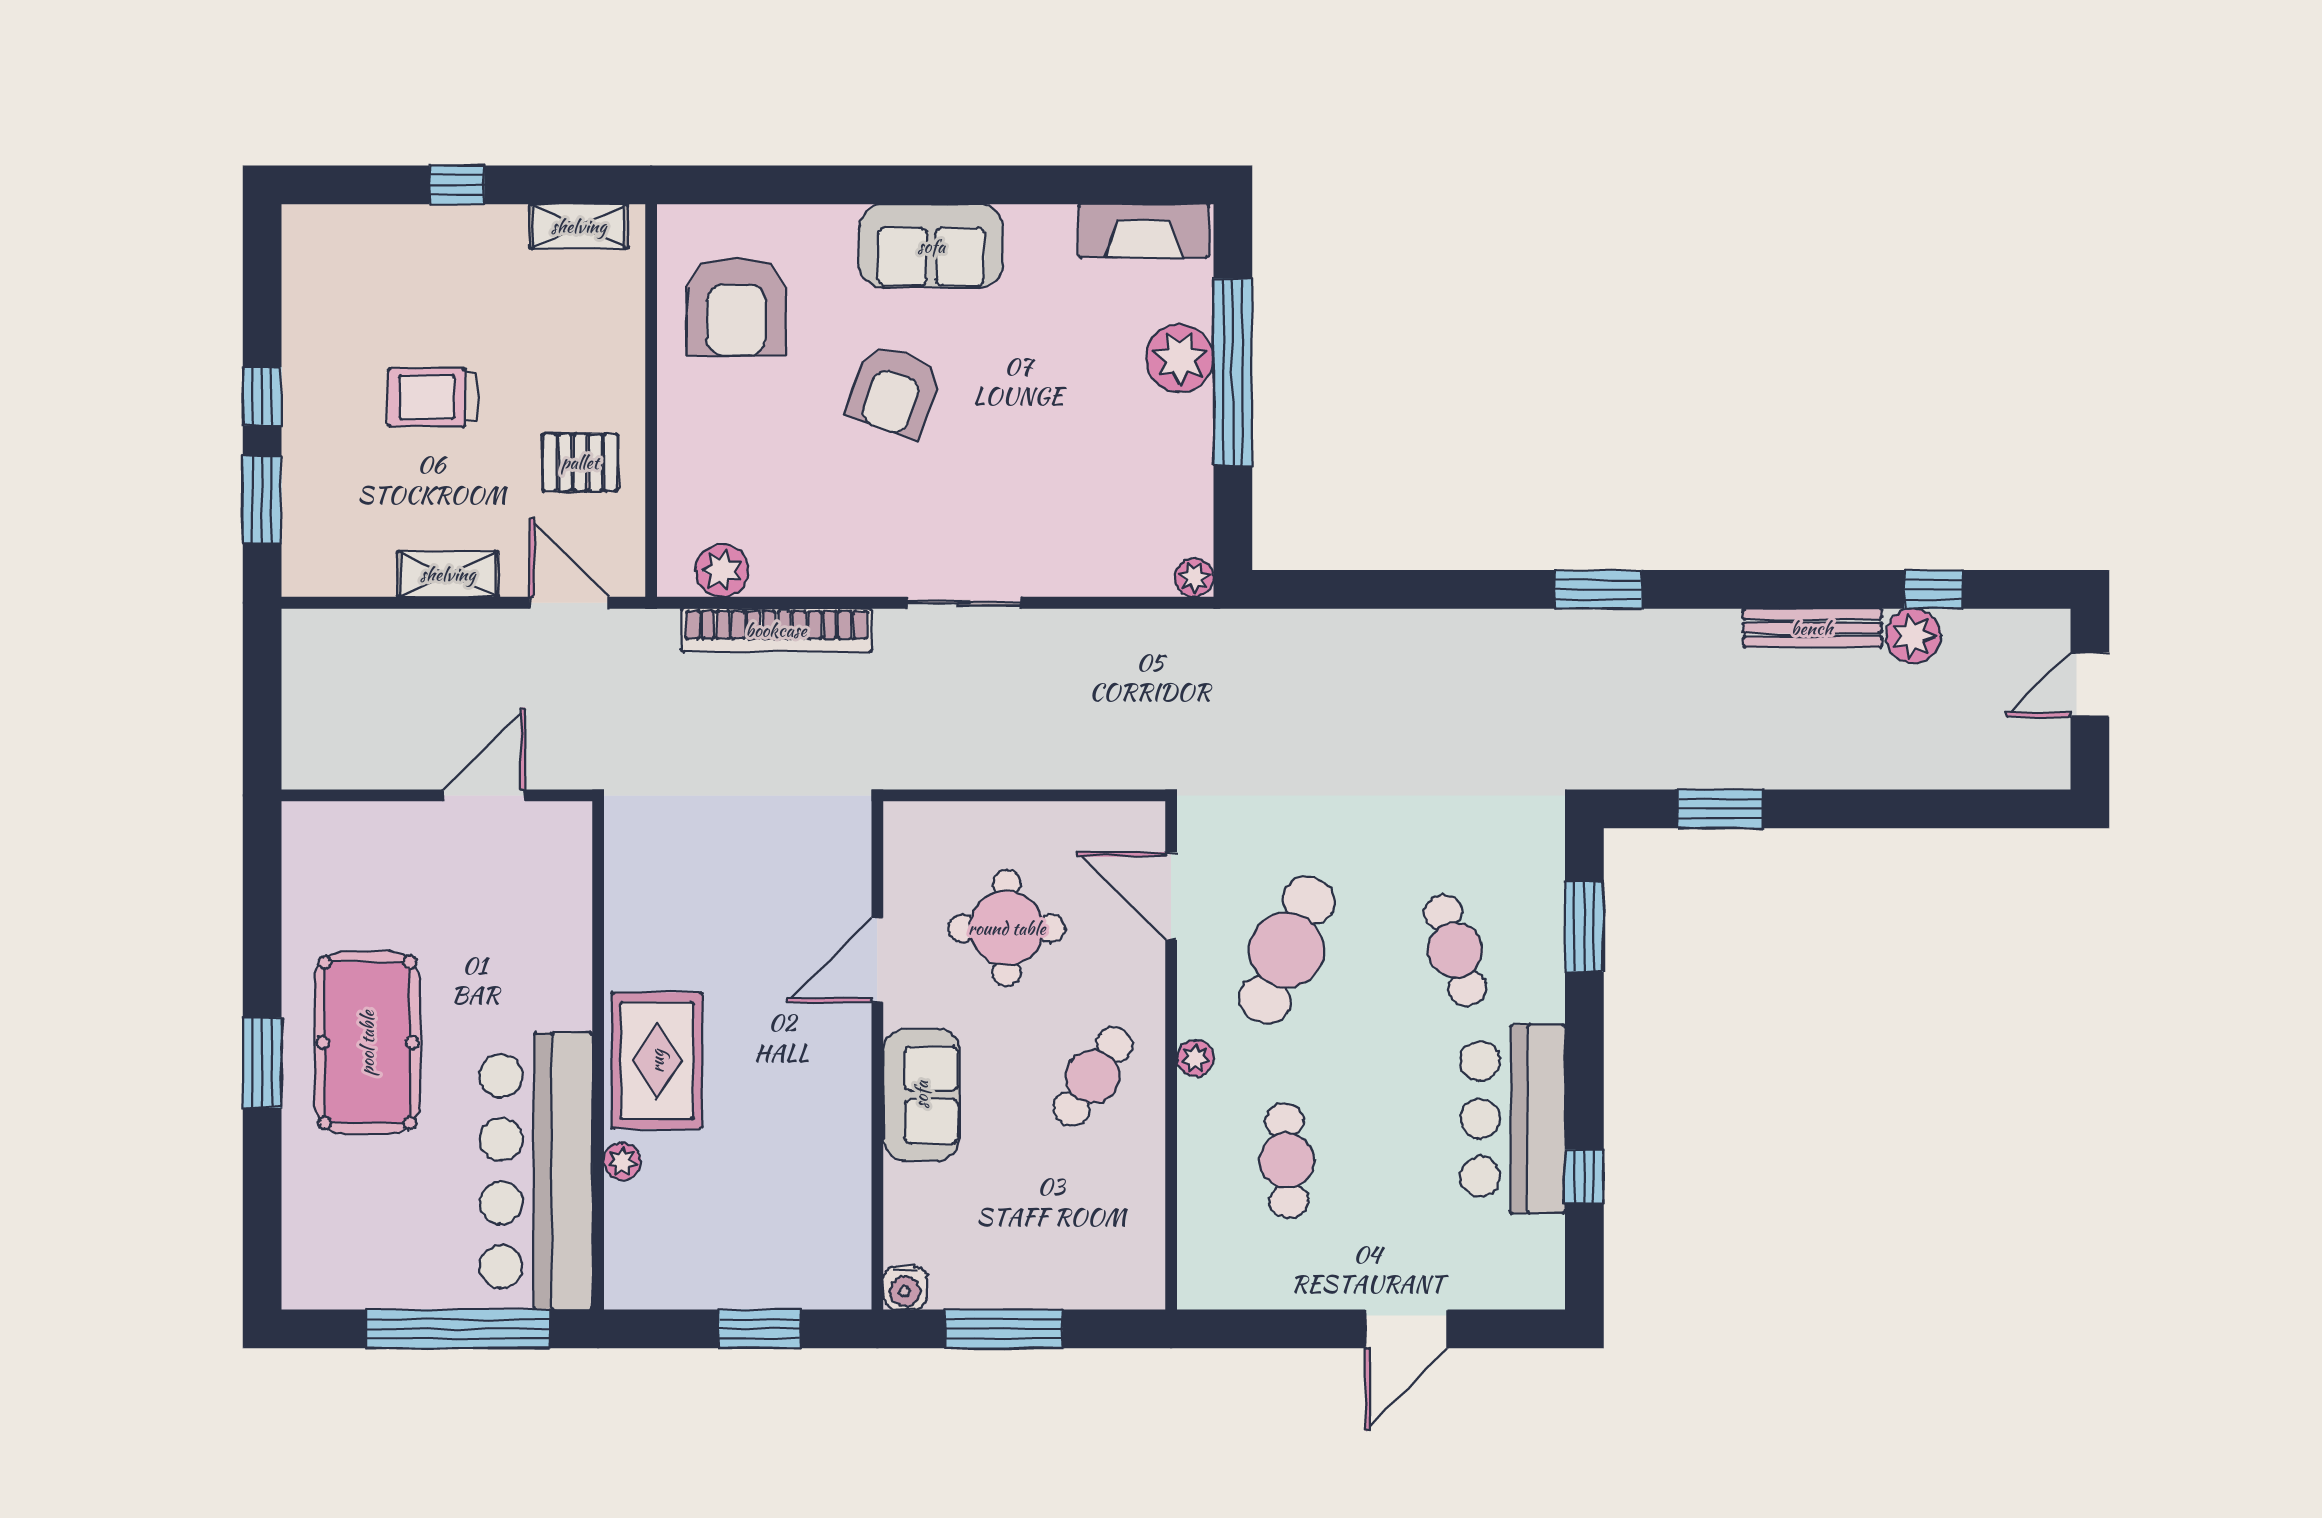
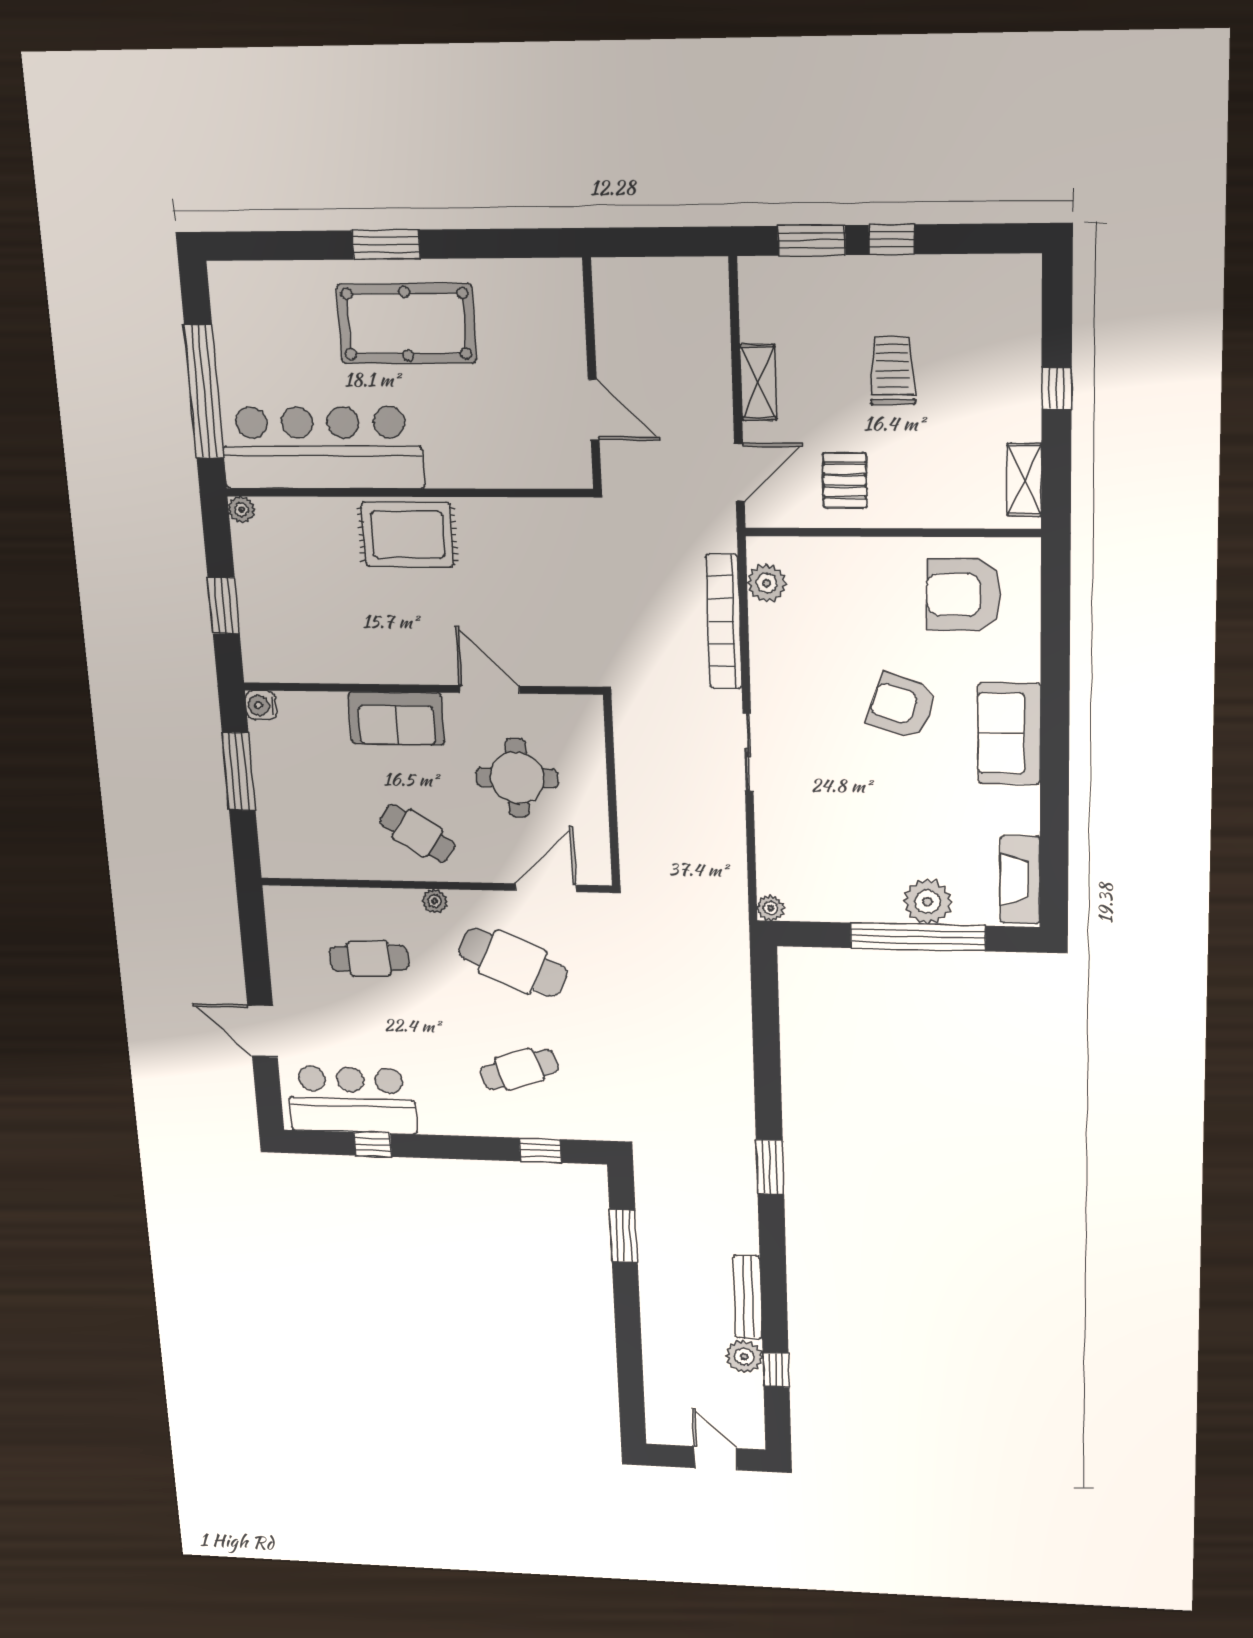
window: (1584, 926) -> (540, 1150), width x0.67
bar counter: (1513, 1119) -> (352, 1100), moved
plant: (622, 1161) -> (242, 509), moved

